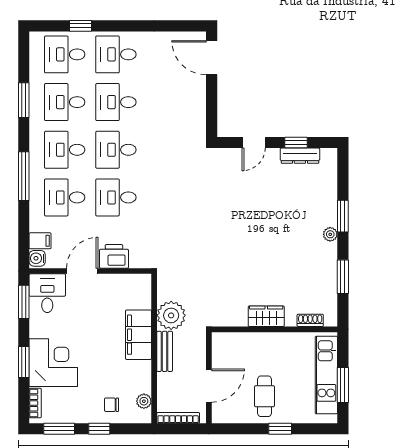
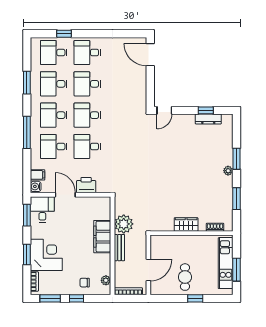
door: (254, 142) -> (164, 110), moved
door: (82, 271) -> (65, 195), hinge flipped

